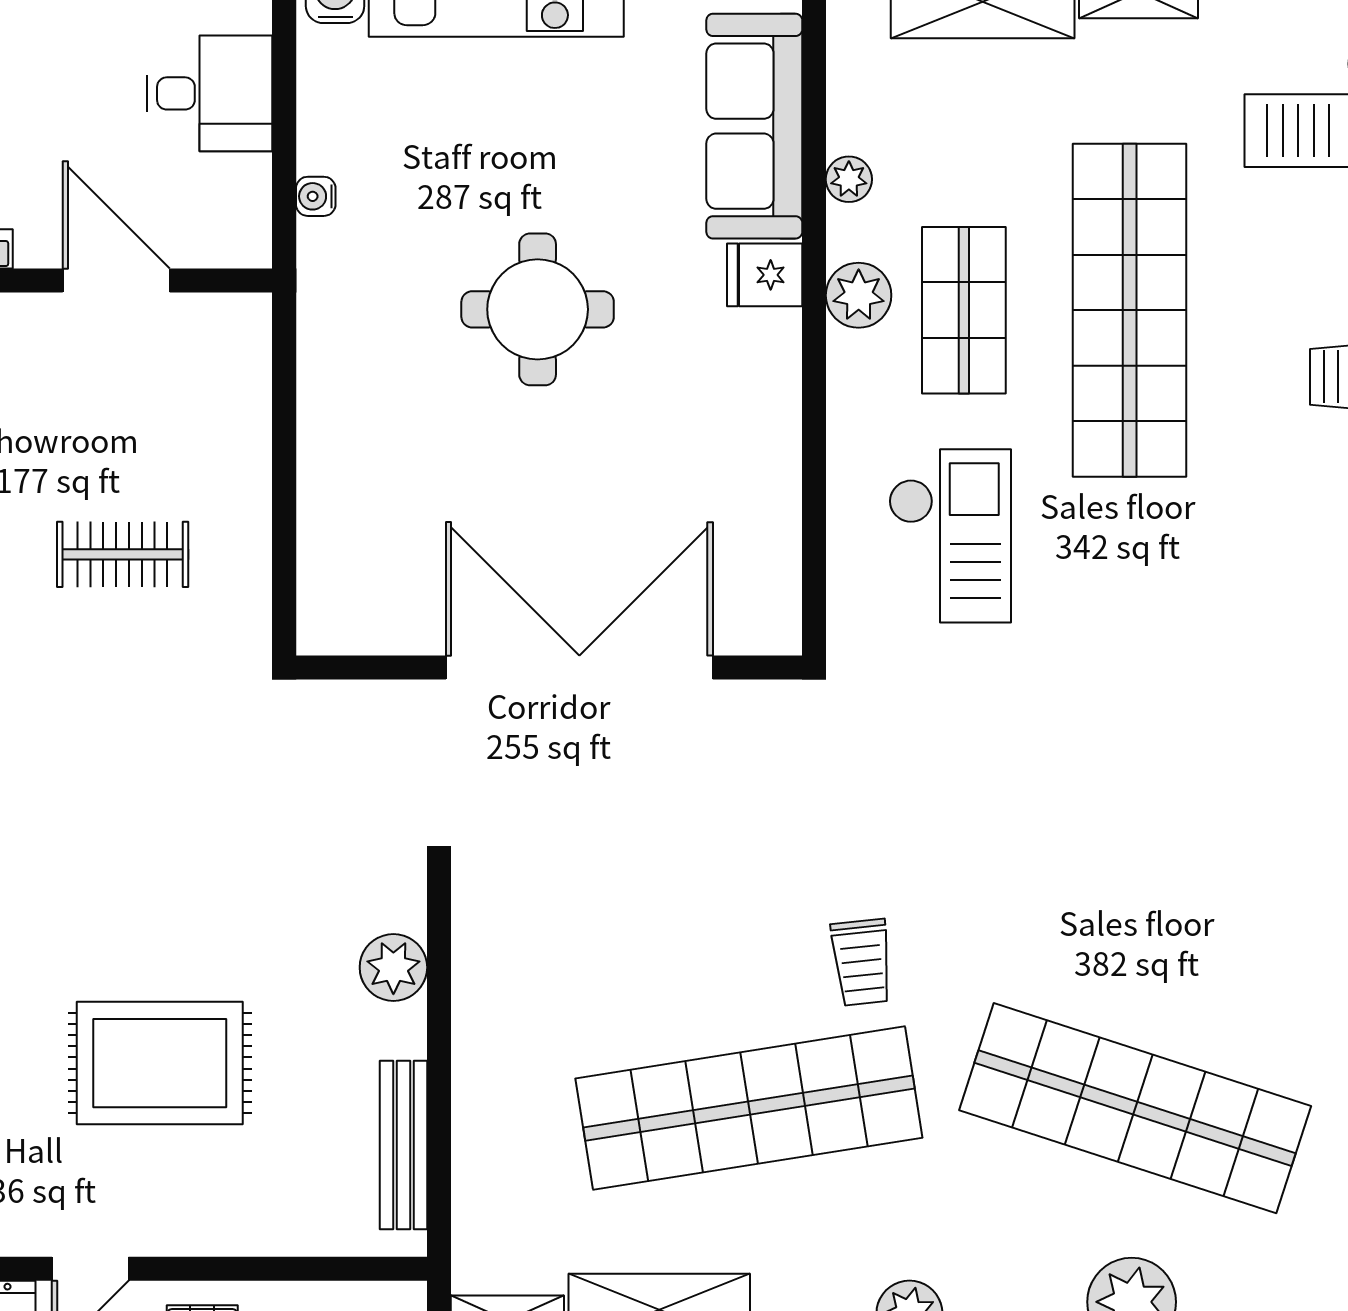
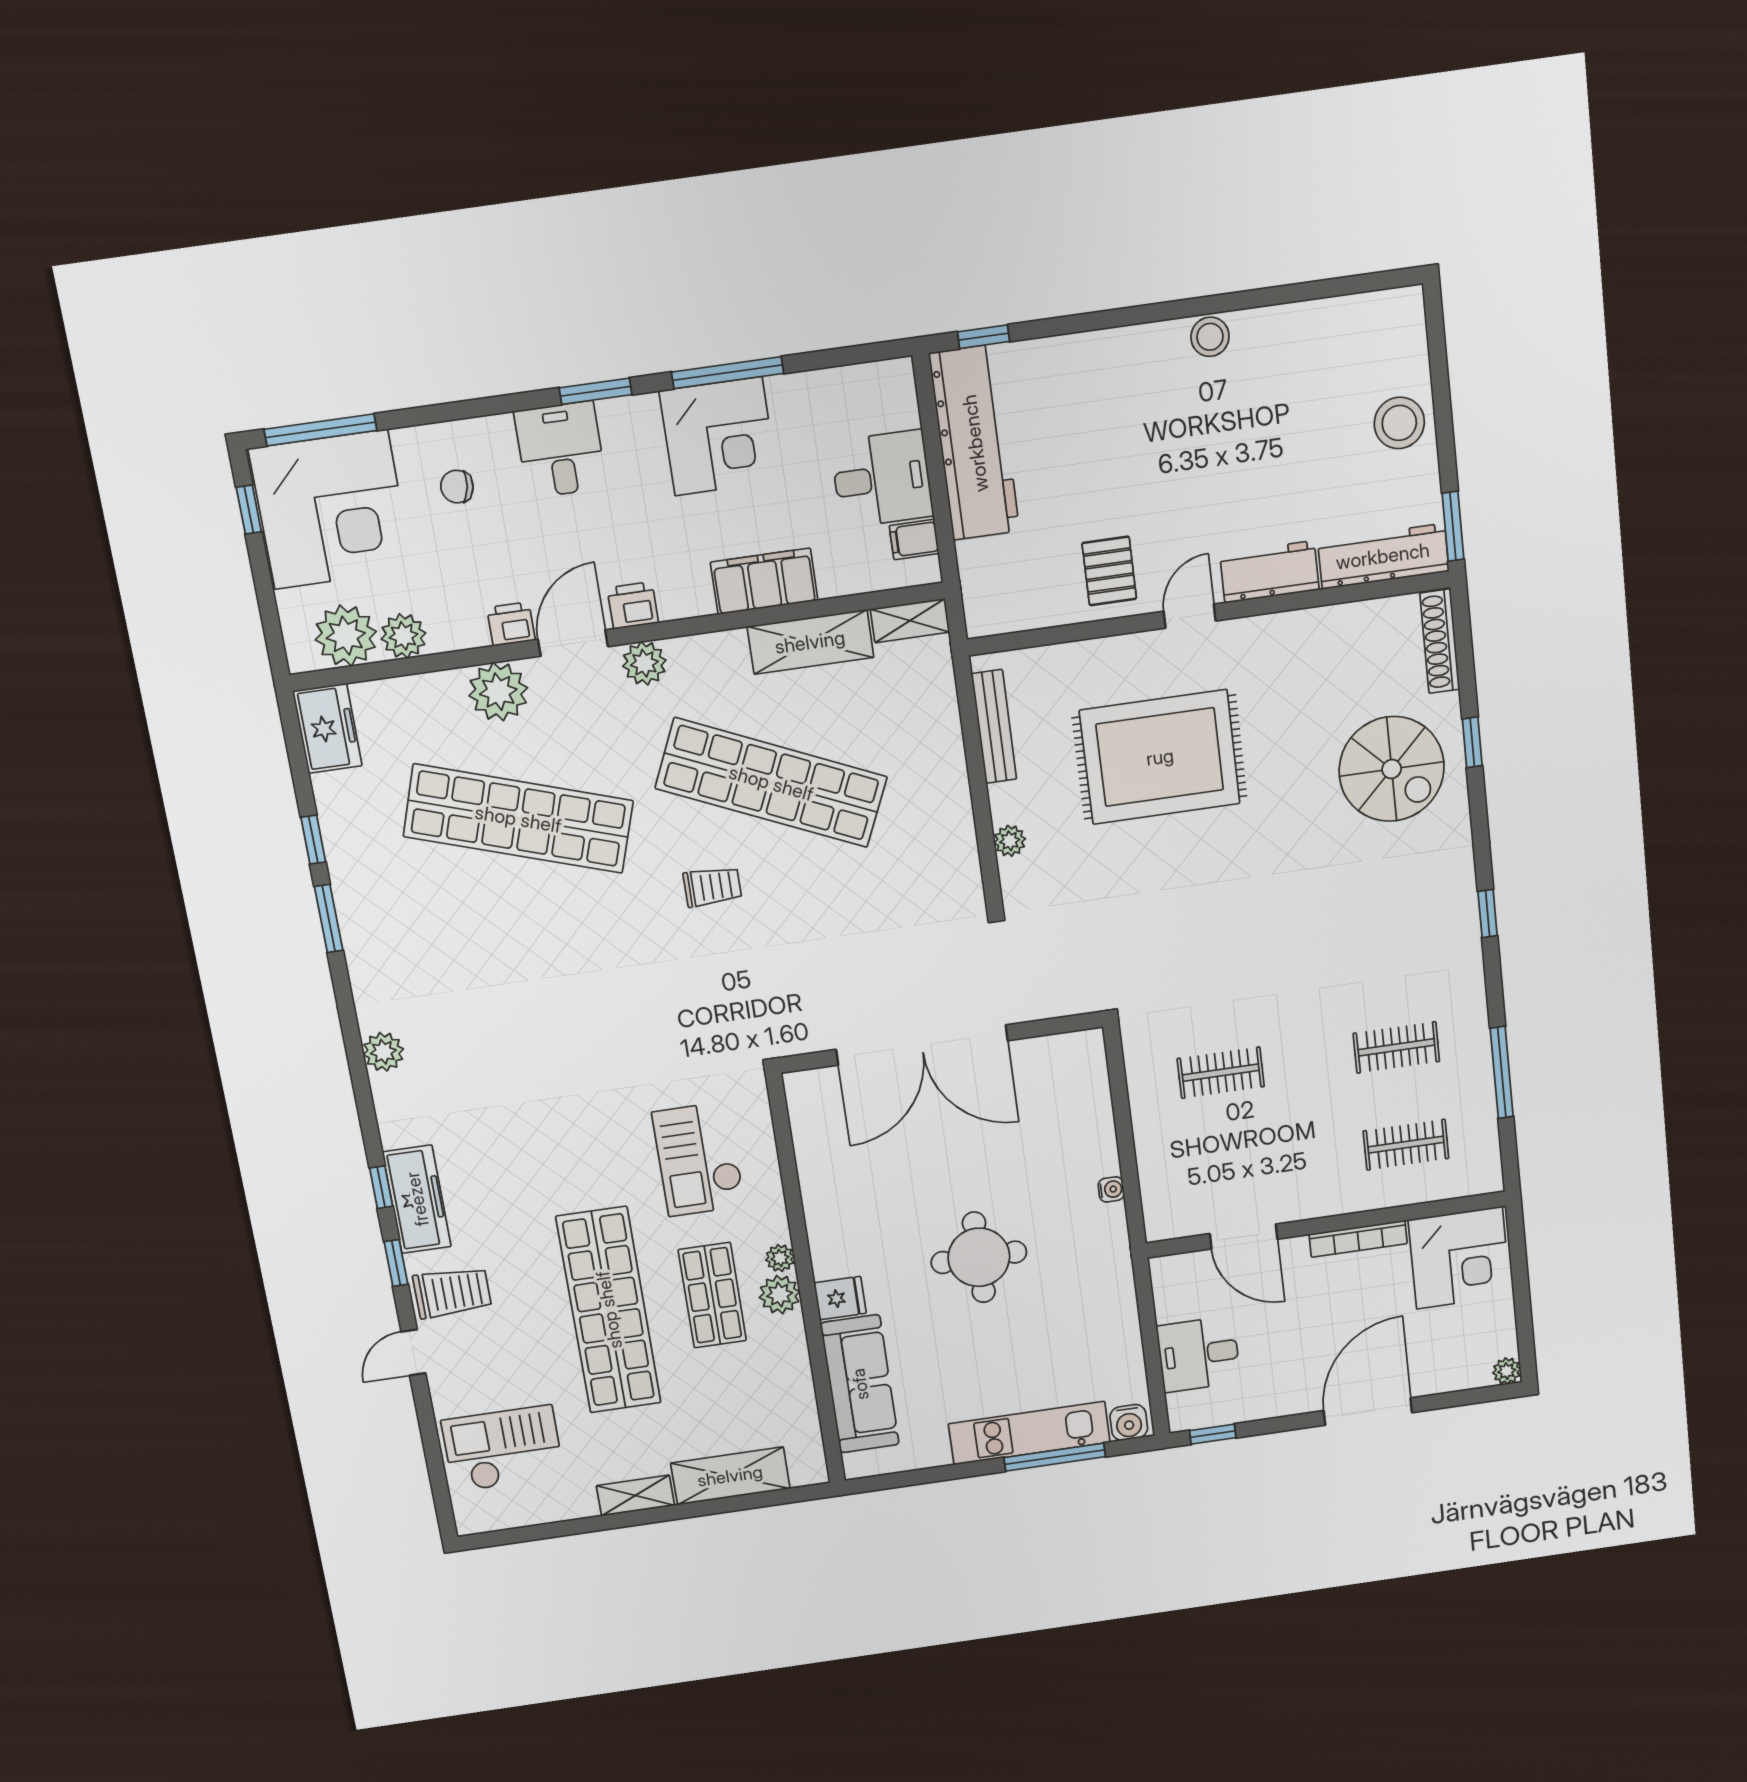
plant: (849, 179) -> (780, 1258), moved
water cooler: (316, 196) -> (1111, 1189), moved
trolley: (862, 962) -> (712, 887), turned 96
plant: (393, 967) -> (1010, 841), width x0.73, depth x0.73
rug: (160, 1063) -> (1160, 757), width x1.37, depth x1.44
shop shelf: (749, 1108) -> (771, 783), turned 33

